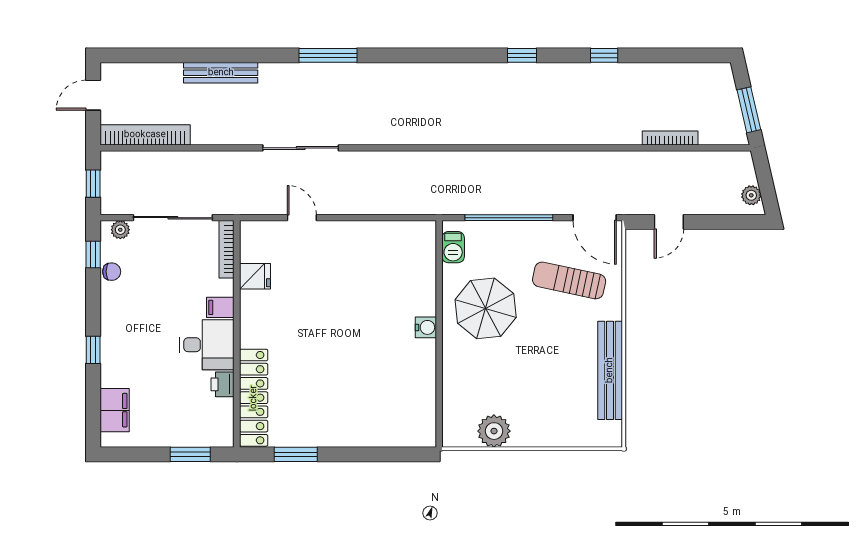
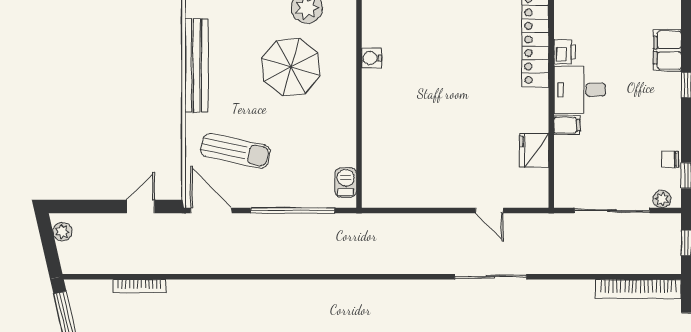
bookcase: (227, 249) -> (561, 180), removed
fridge: (255, 276) -> (534, 150), width x1.38
parasol: (486, 308) -> (291, 67), moved
water cooler: (426, 327) -> (372, 58), moved
filing cabinet: (115, 410) -> (667, 50), moved

